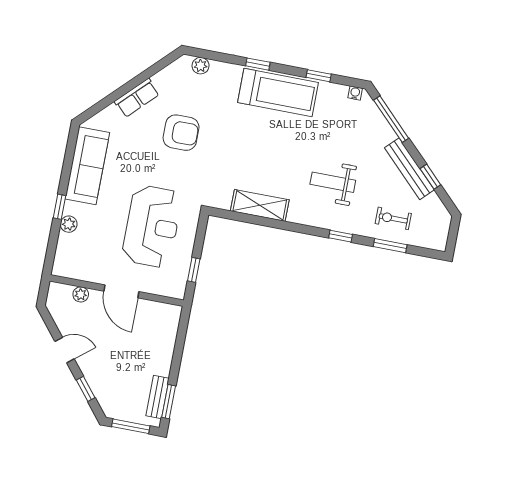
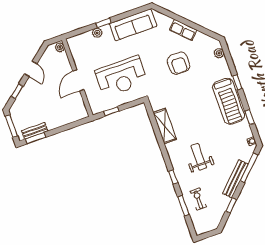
bench: (409, 169) -> (235, 179), moved
plant: (81, 294) -> (60, 47), moved

